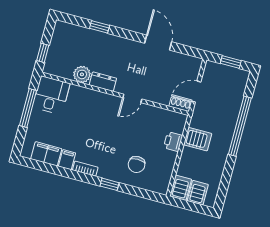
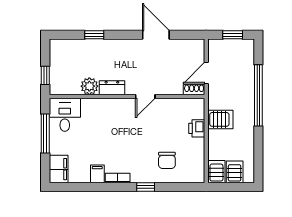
filing cabinet: (46, 154) -> (59, 169), moved, turned 90

